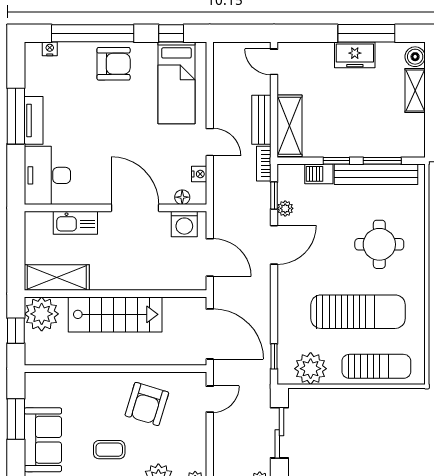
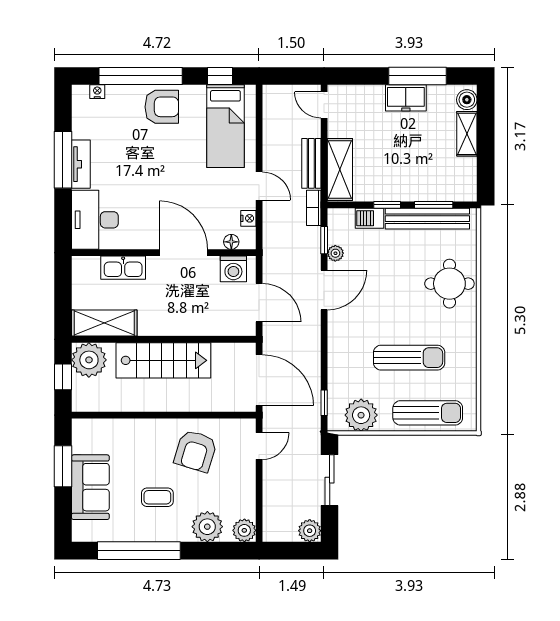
round table: (379, 244) -> (449, 284), moved
sun lounger: (358, 312) -> (409, 358), width x0.73, depth x0.75

